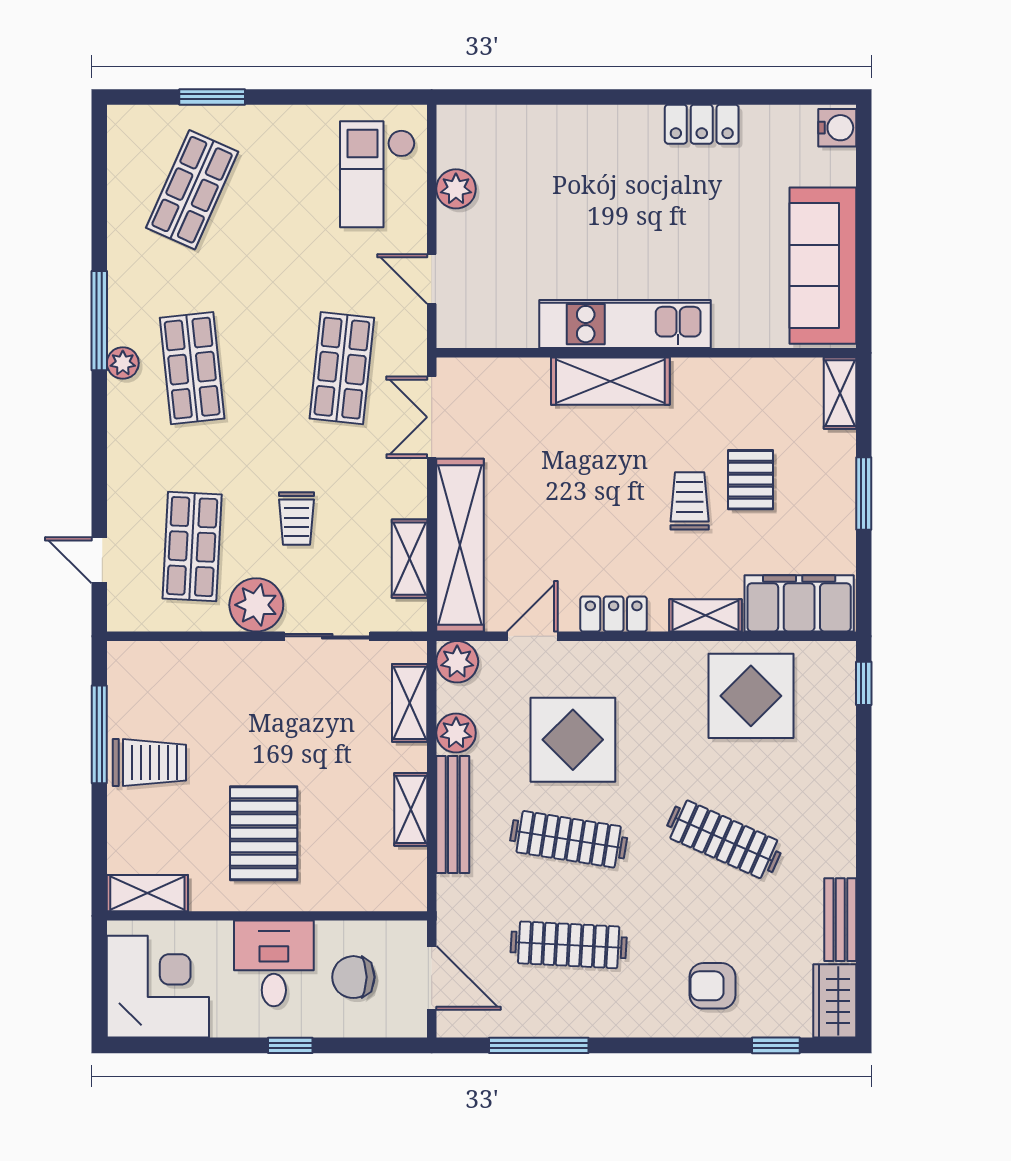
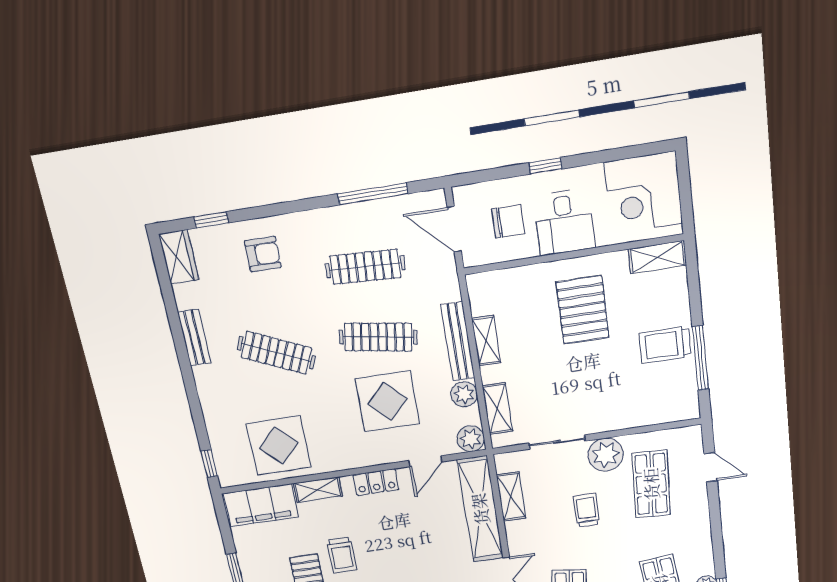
bench: (840, 920) -> (194, 338), moved

